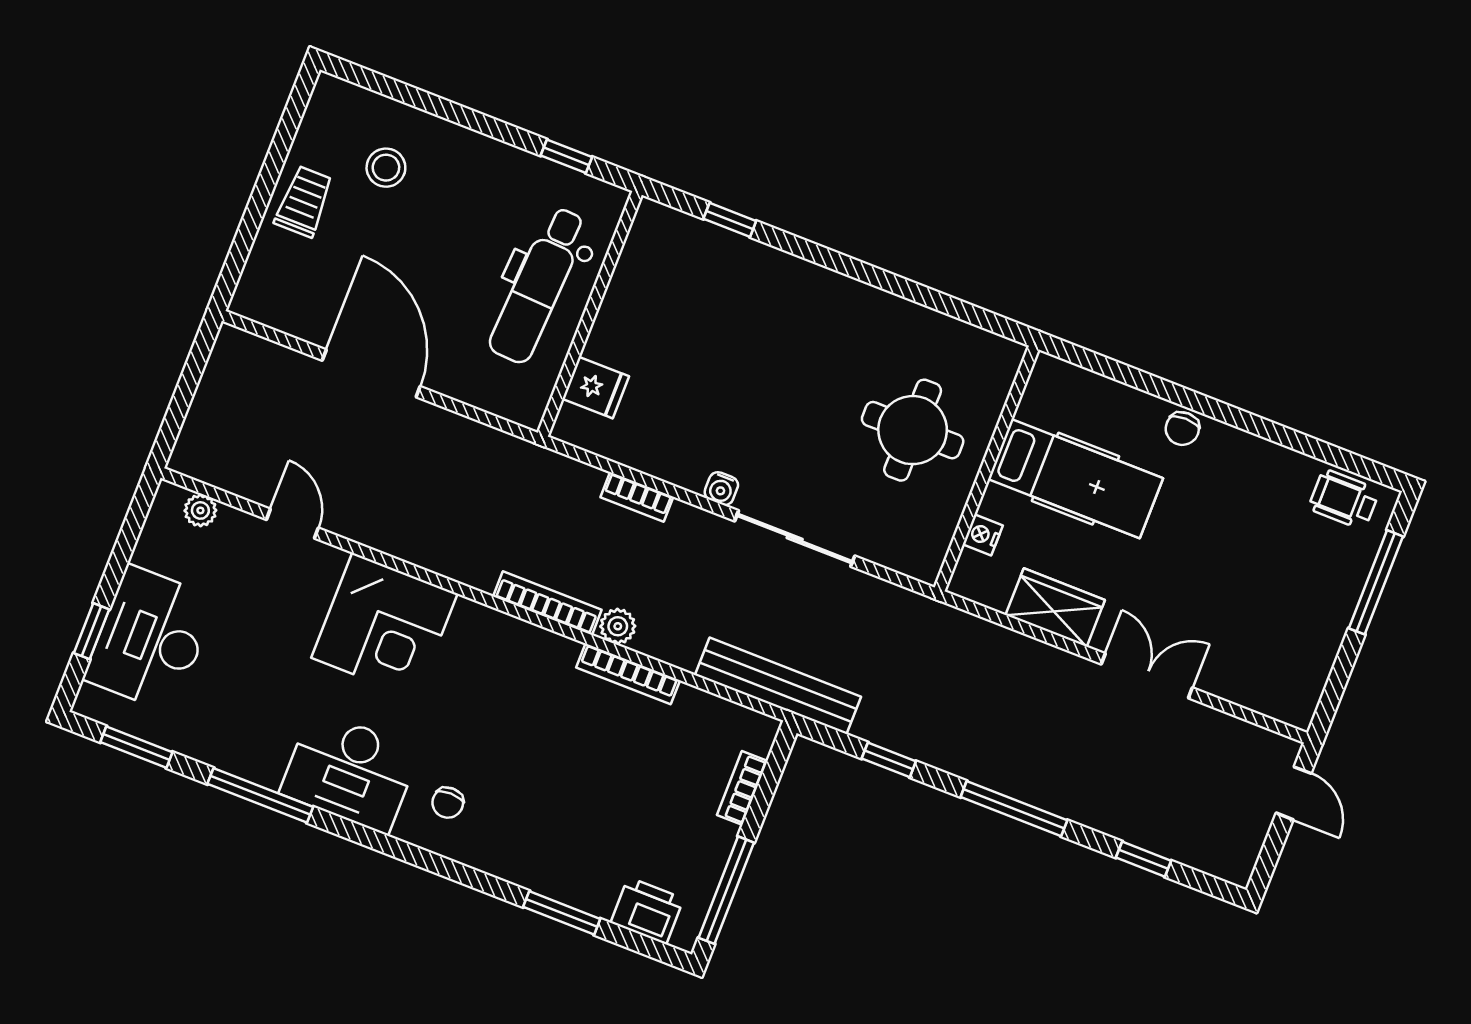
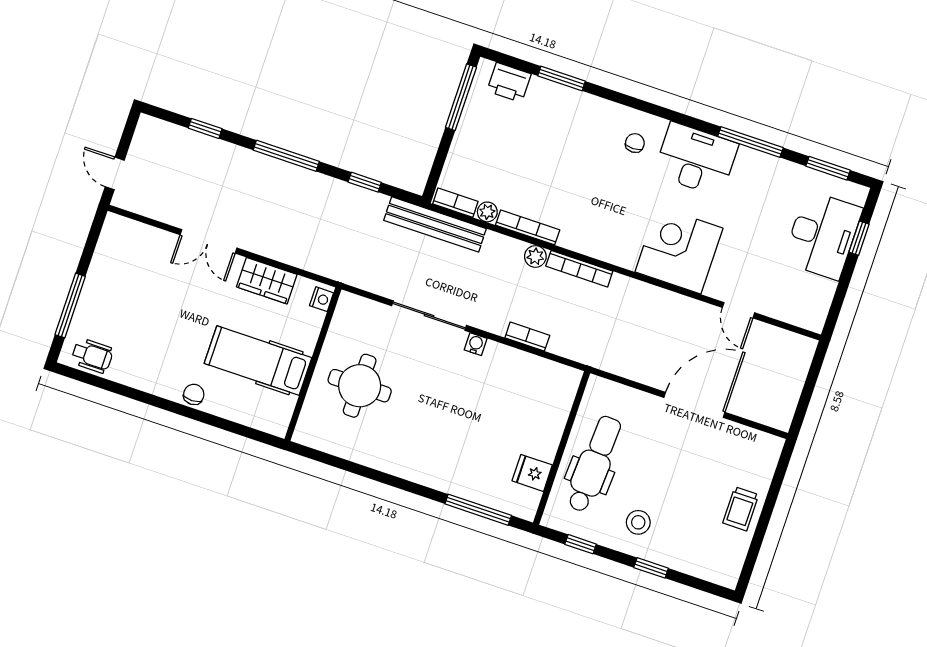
window: (454, 112) -> (651, 568), added
stool: (386, 168) -> (638, 522), moved
window: (730, 220) -> (478, 510), width x2.17
door: (371, 373) -> (694, 405), swing flipped
fridge: (596, 388) -> (532, 473), moved
plant: (200, 510) -> (487, 212), moved
nightstand: (983, 535) -> (322, 299), moved
bookcase: (742, 788) -> (455, 203), moved, turned -90

